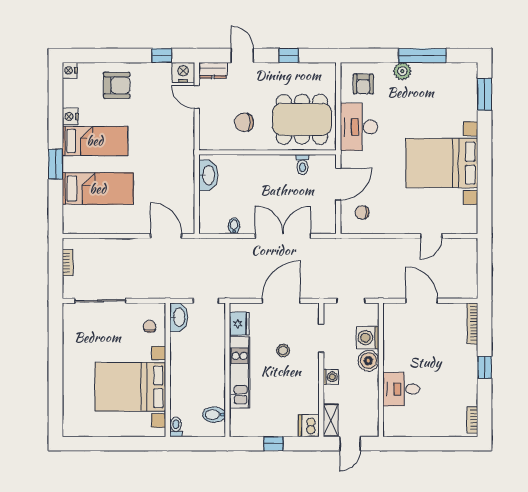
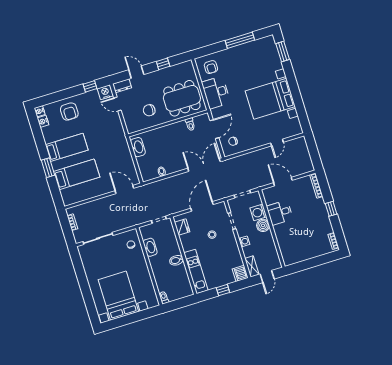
plant: (402, 71) -> (231, 53), removed
armchair: (117, 85) -> (69, 112), turned 90
nightstand: (70, 116) -> (43, 121), moved
double door: (283, 236) -> (204, 165), moved
washbasin: (179, 317) -> (150, 247), moved
kitchen unit: (240, 372) -> (196, 271), moved
bed with nightstands: (130, 387) -> (118, 296), moved, turned 90
desk: (401, 389) -> (280, 213), moved
bidet: (214, 415) -> (176, 260), moved

